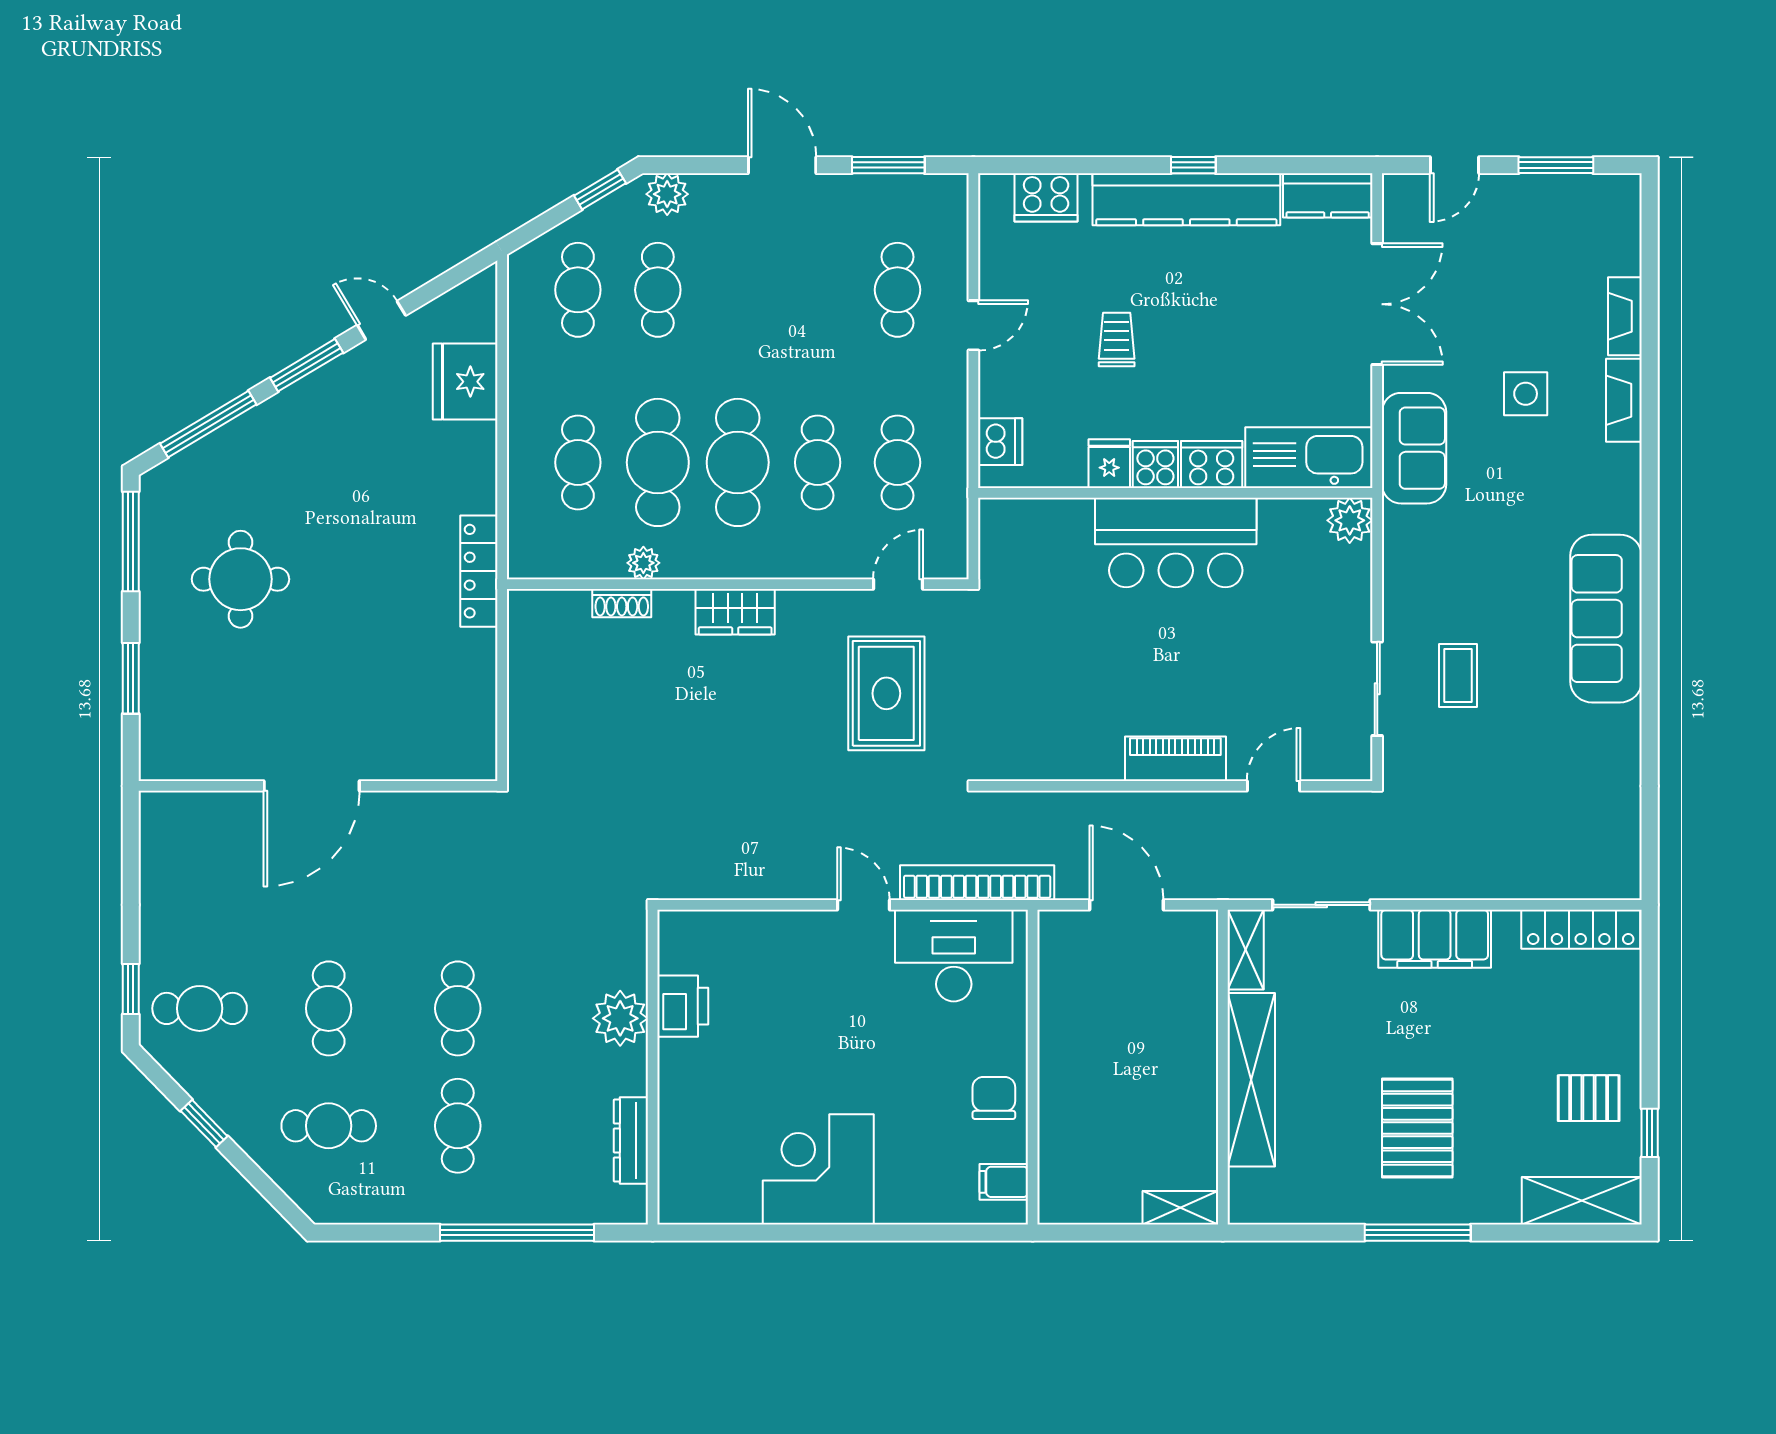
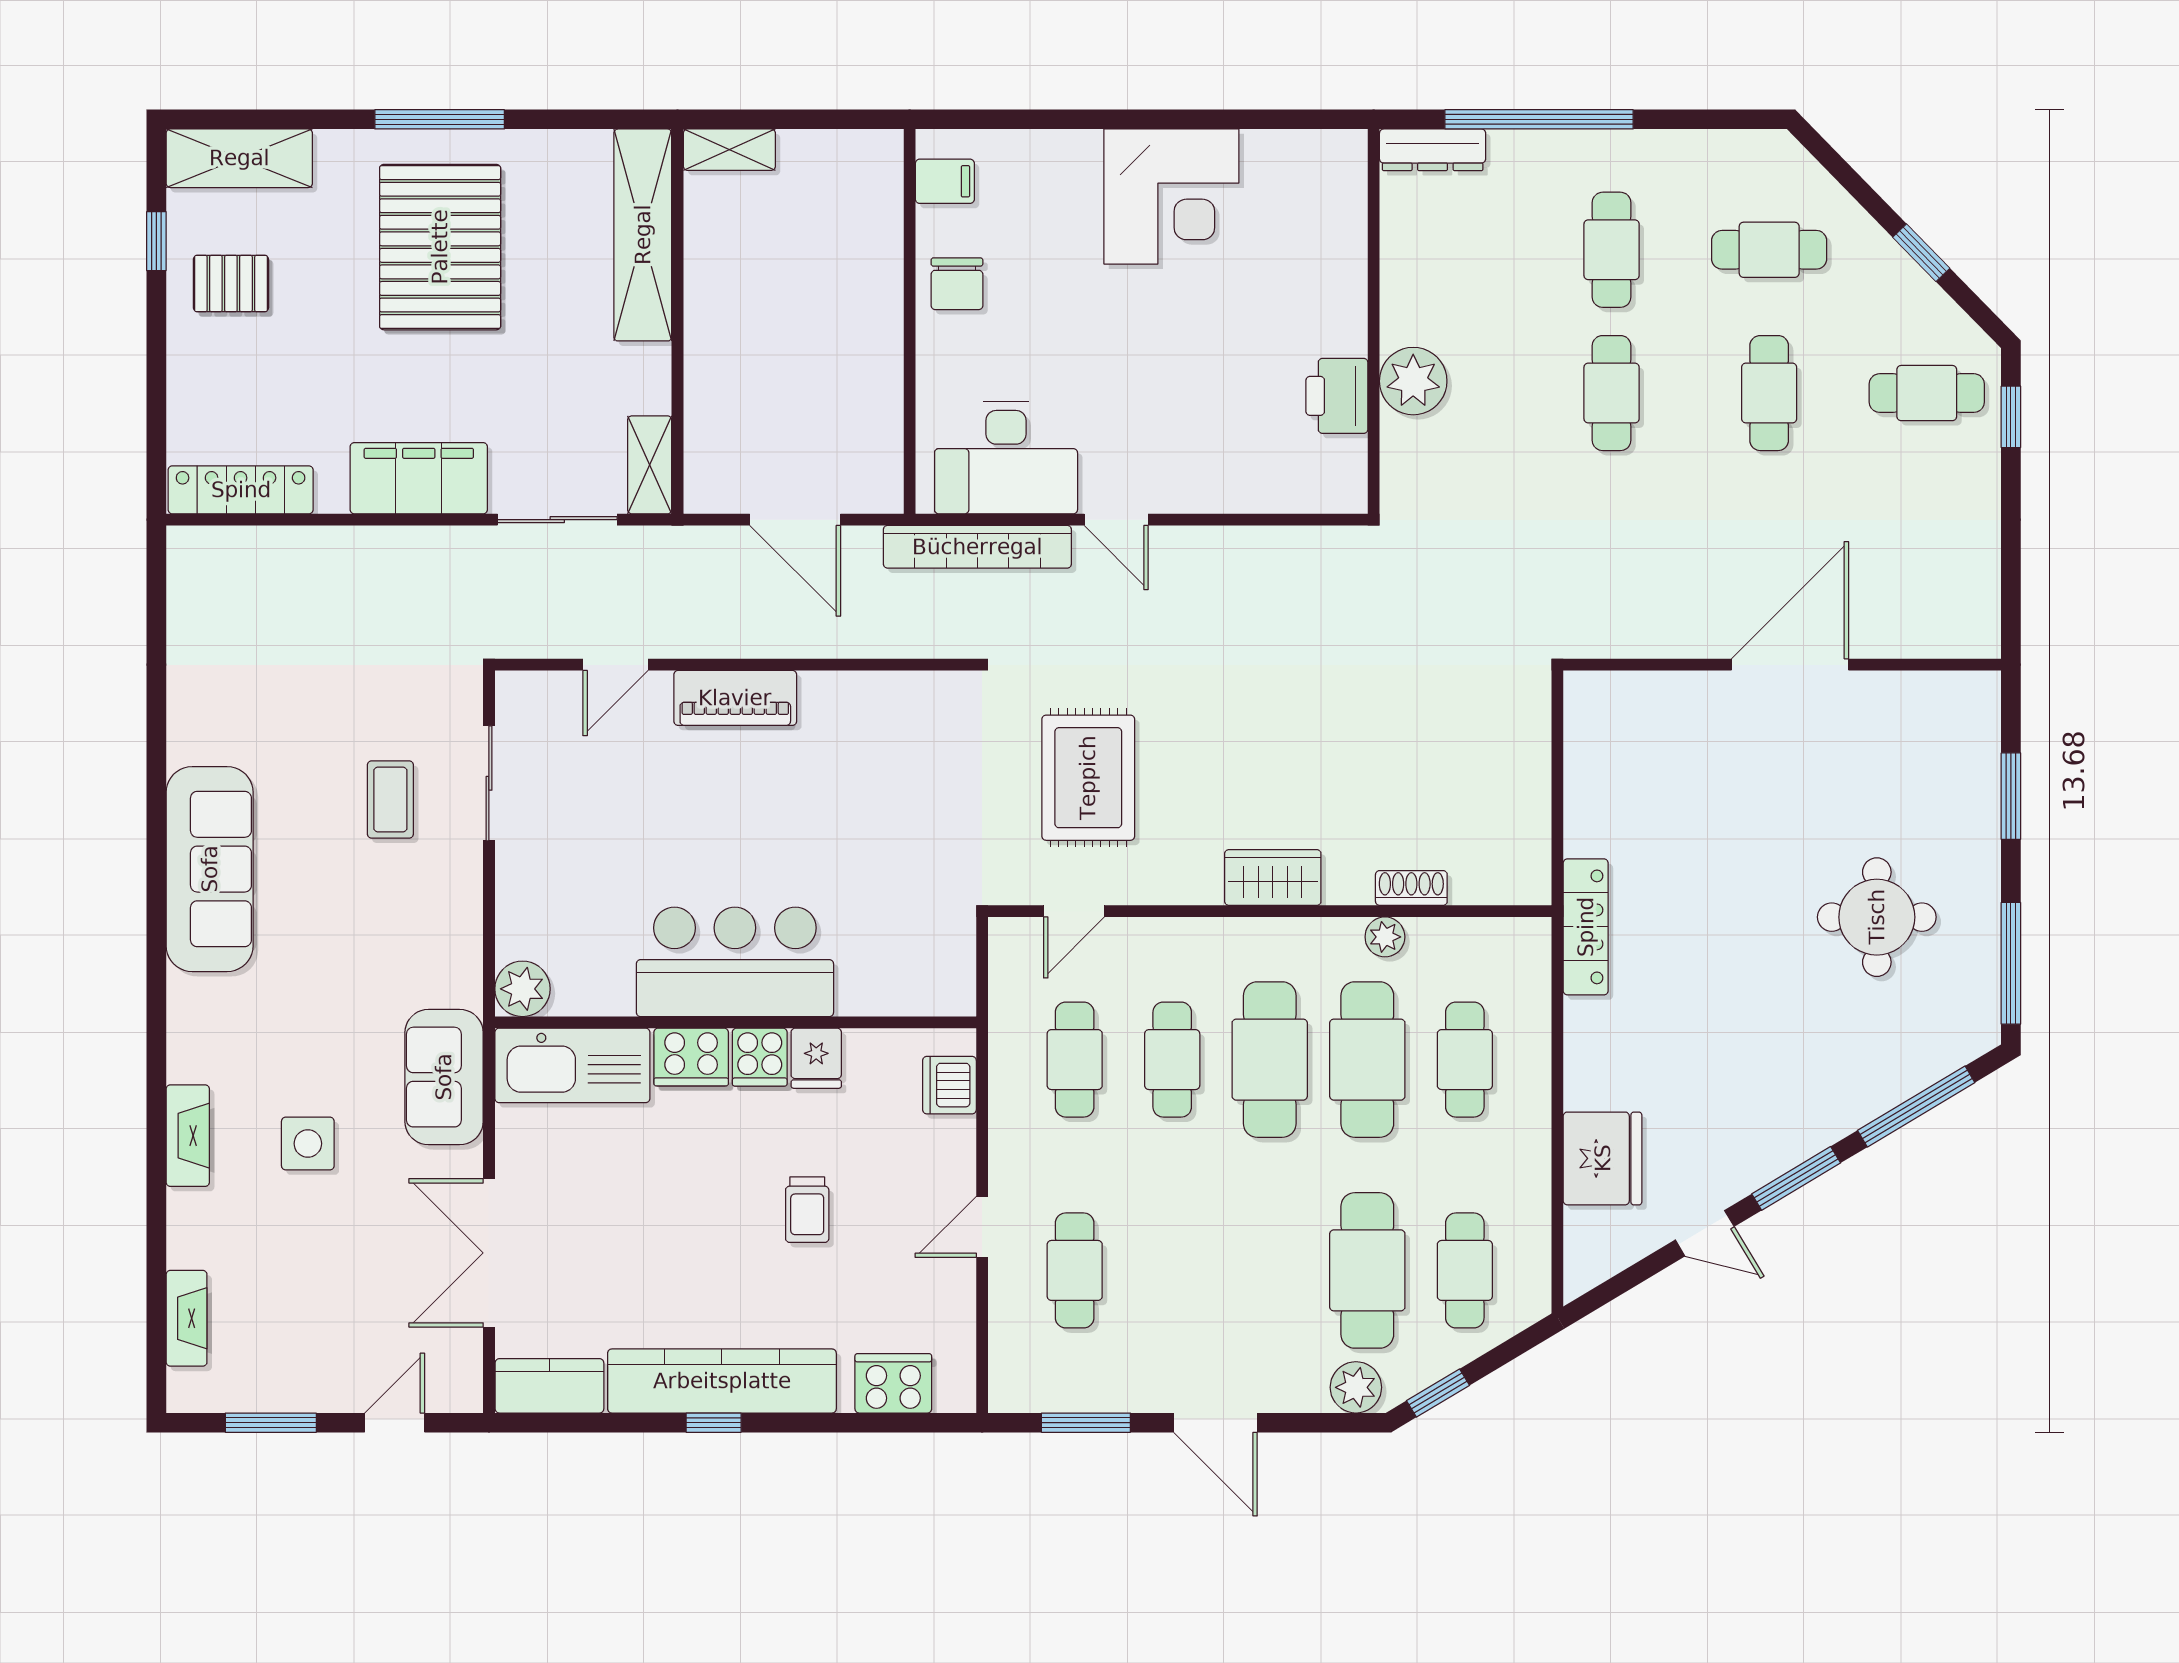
cafe table: (658, 290) -> (1367, 1270), width x1.37, depth x1.35
fireplace: (1625, 316) -> (187, 1318), moved
shelving: (1251, 1080) -> (643, 235), moved
pallet: (1417, 1128) -> (440, 247), width x1.37, depth x1.41
dresser: (631, 1141) -> (1433, 150), moved, turned 90

